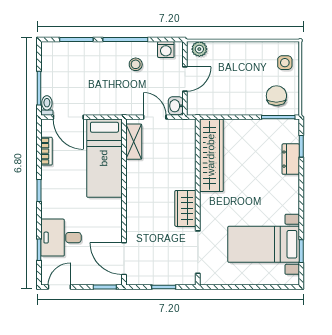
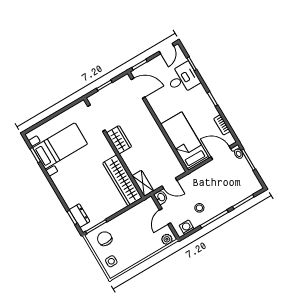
chair: (276, 96) -> (105, 239), turned 180
shelving: (134, 142) -> (143, 183), moved
dresser: (291, 159) -> (79, 216), moved

